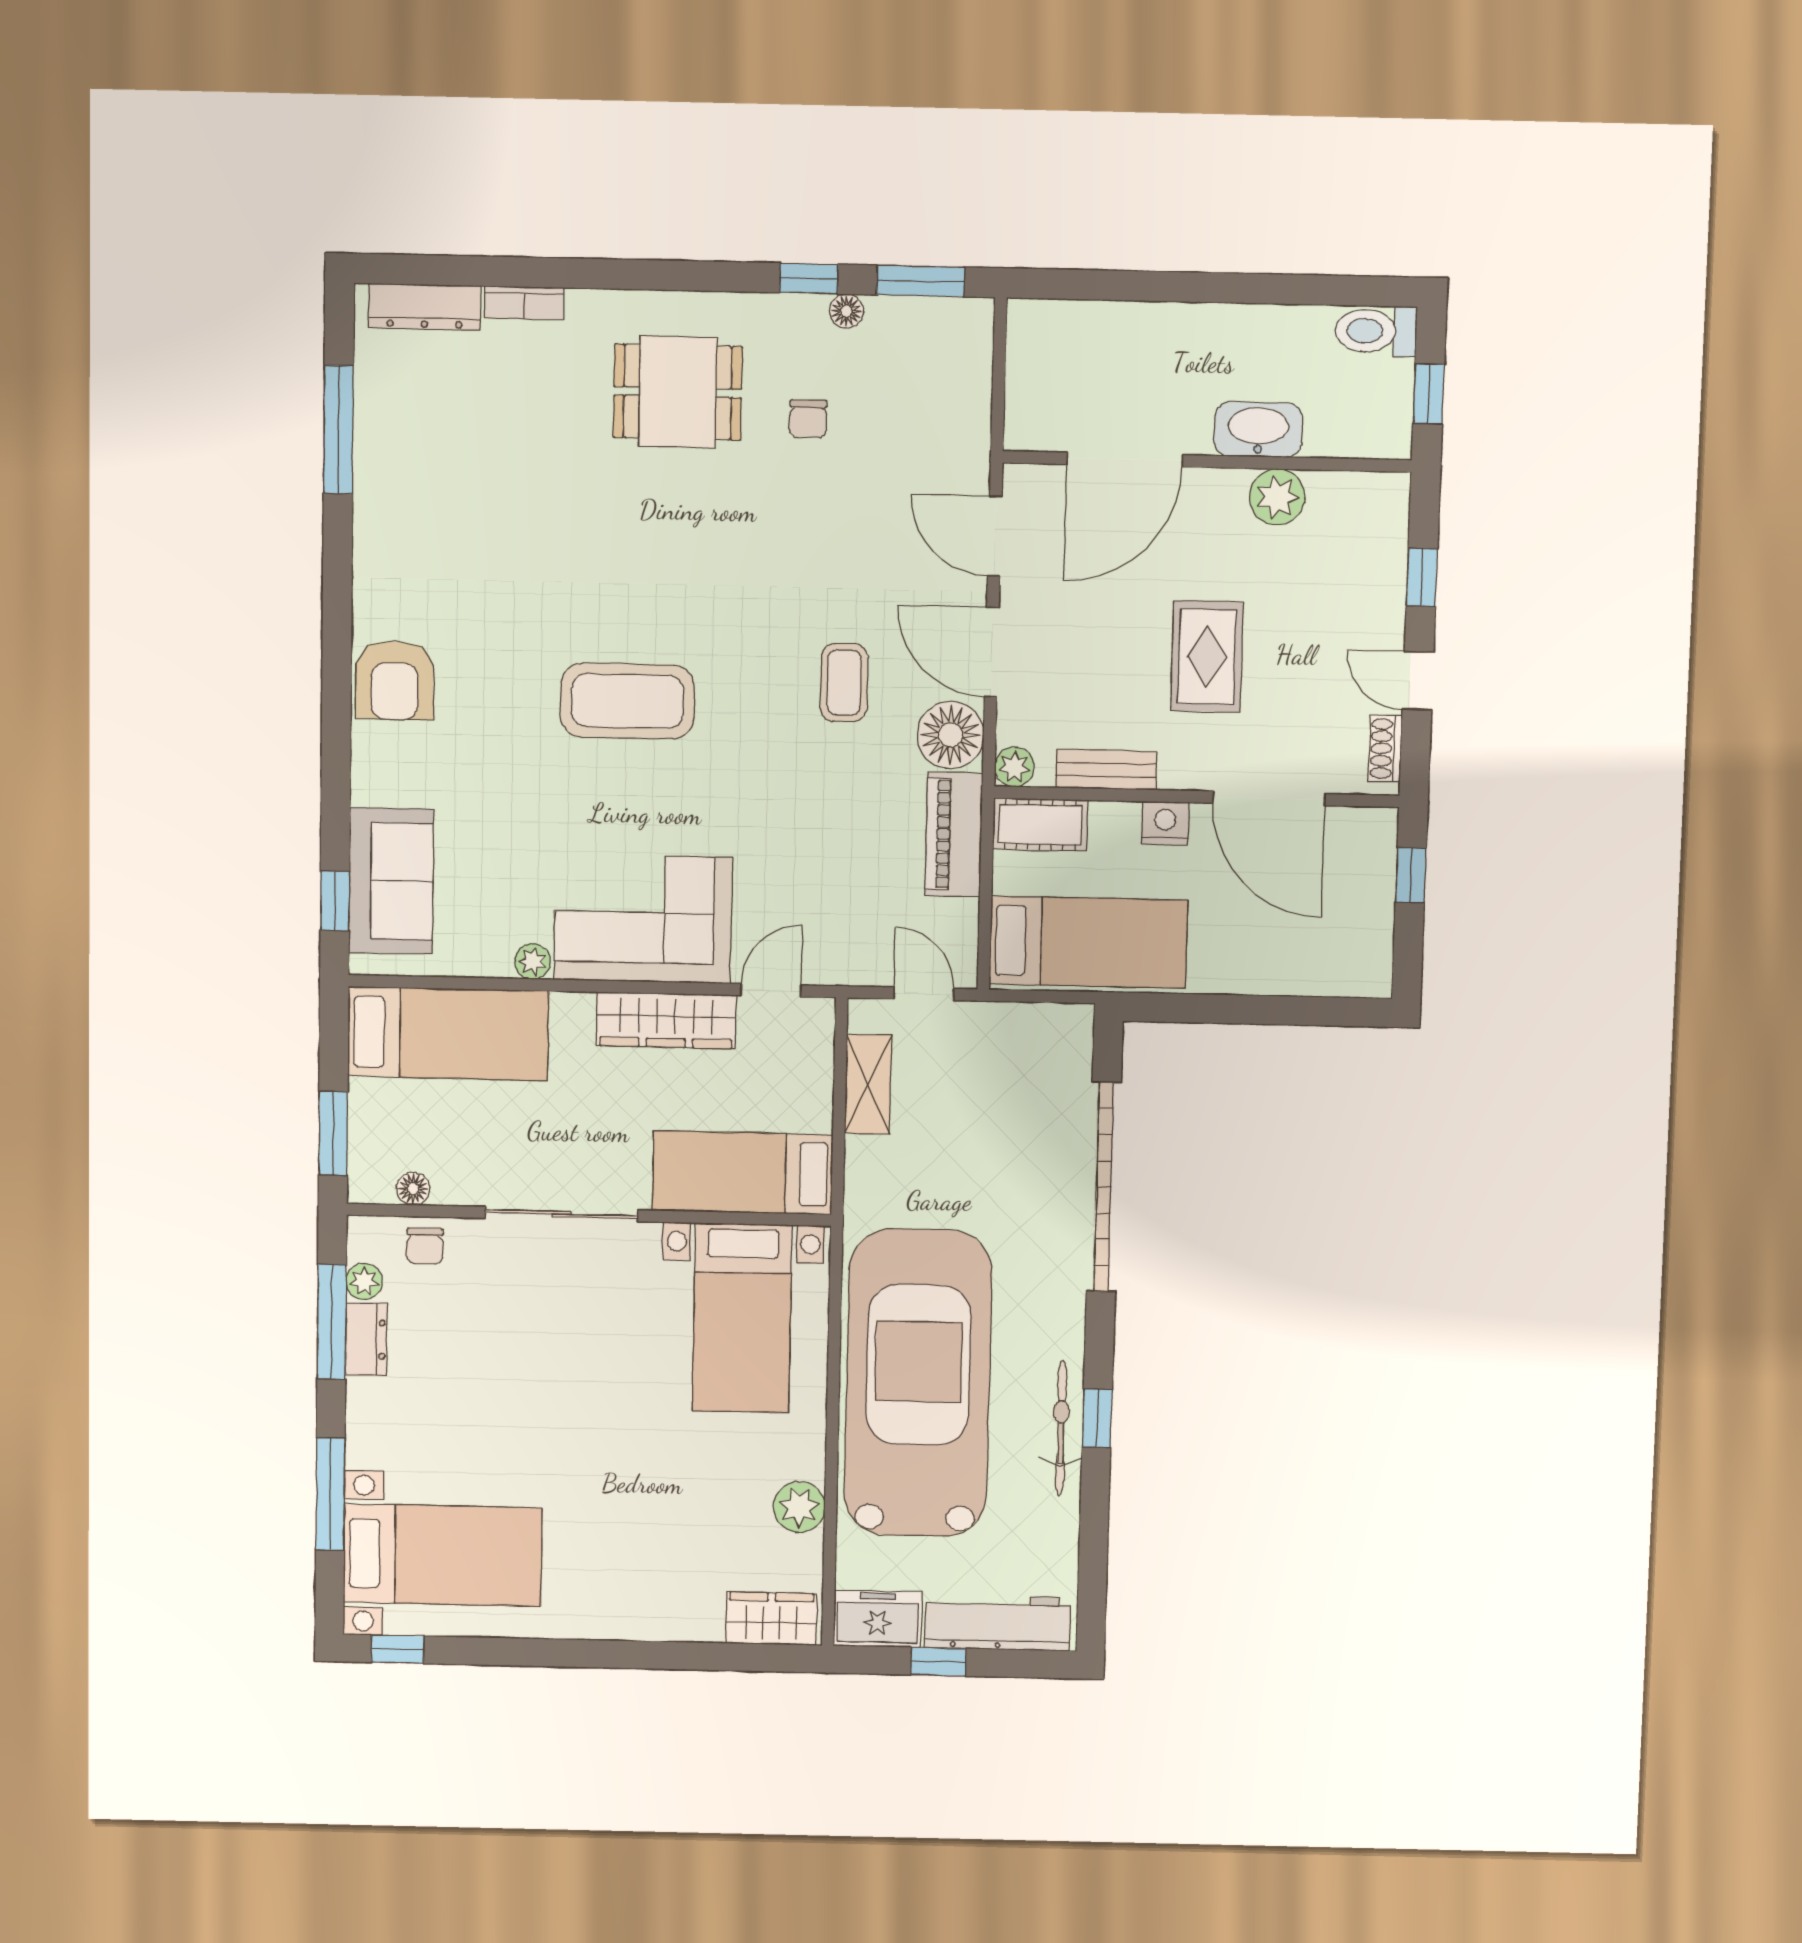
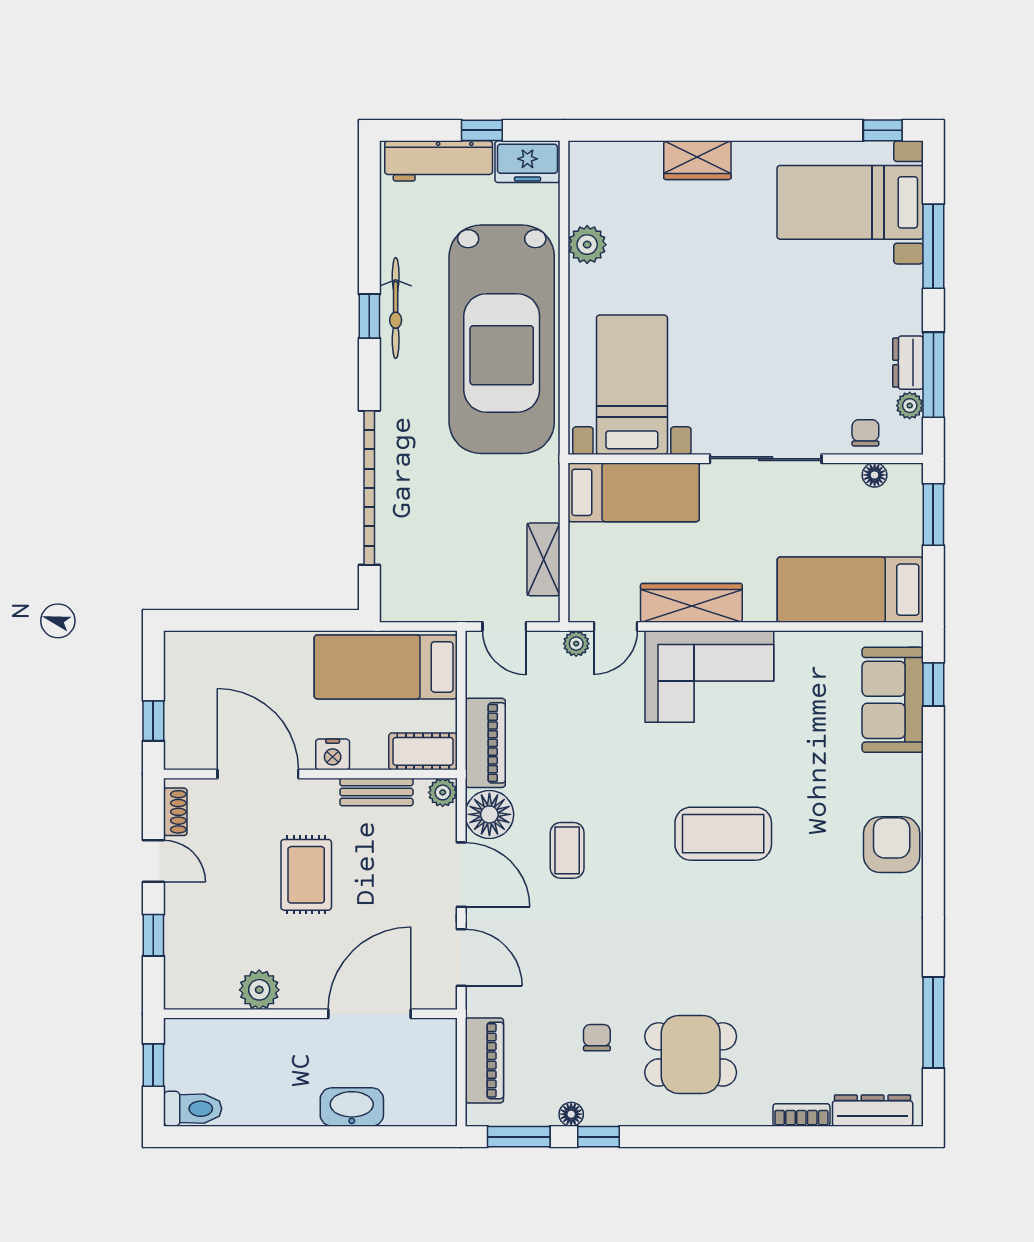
piano: (966, 390) -> (484, 1060), added
washbasin: (1258, 430) -> (352, 1107), moved, turned 180
plant: (533, 962) -> (576, 644), moved
wardrobe: (771, 1619) -> (697, 160), moved

